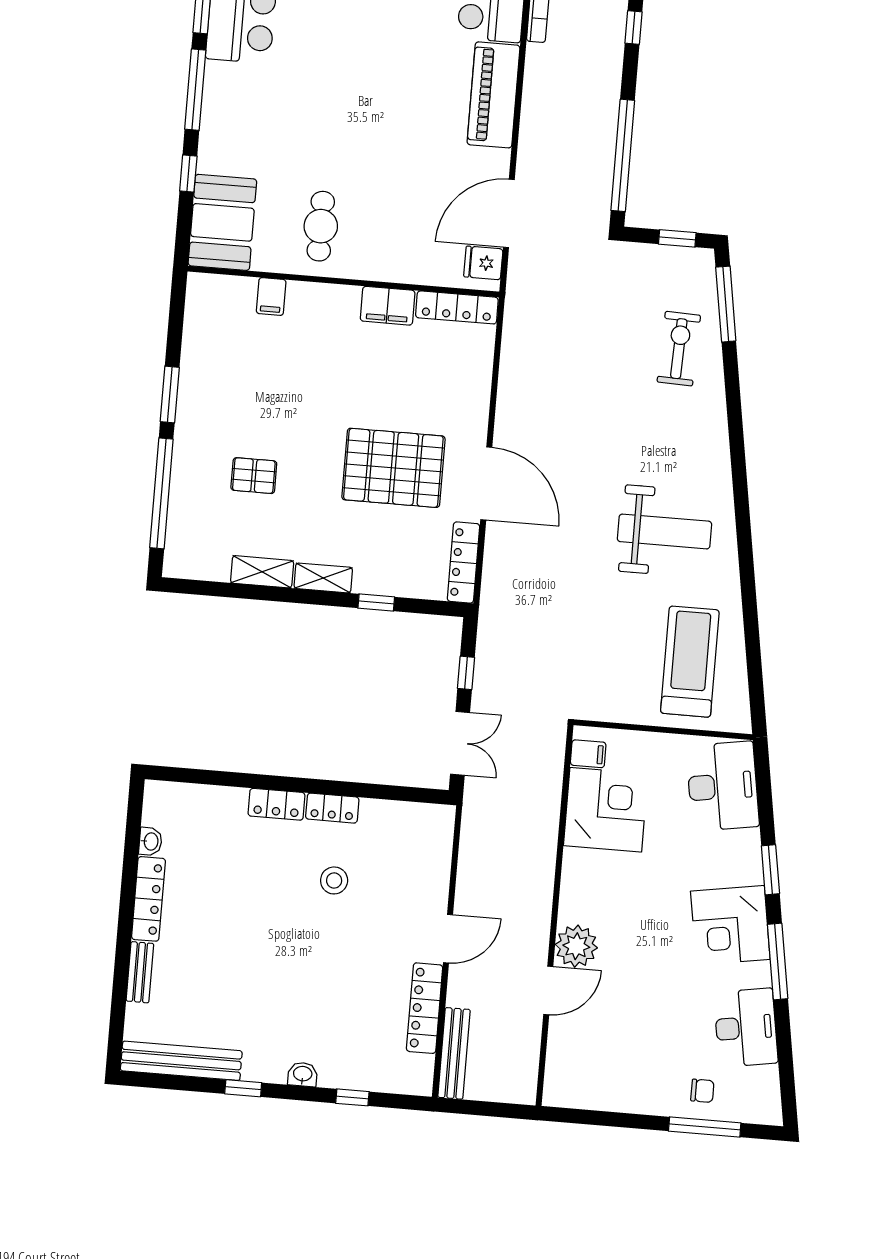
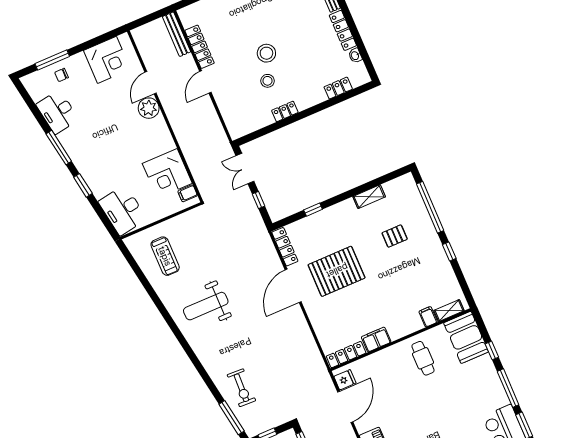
window: (170, 395) -> (449, 252), width x0.67
door: (486, 484) -> (293, 286), hinge flipped
shelving: (323, 578) -> (449, 311), moved
treadmill: (690, 662) -> (165, 256), width x0.73, depth x0.73
locker: (277, 804) -> (338, 88), moved
corner desk: (730, 925) -> (107, 60), moved, turned 99
stool: (309, 932) -> (266, 53), added

